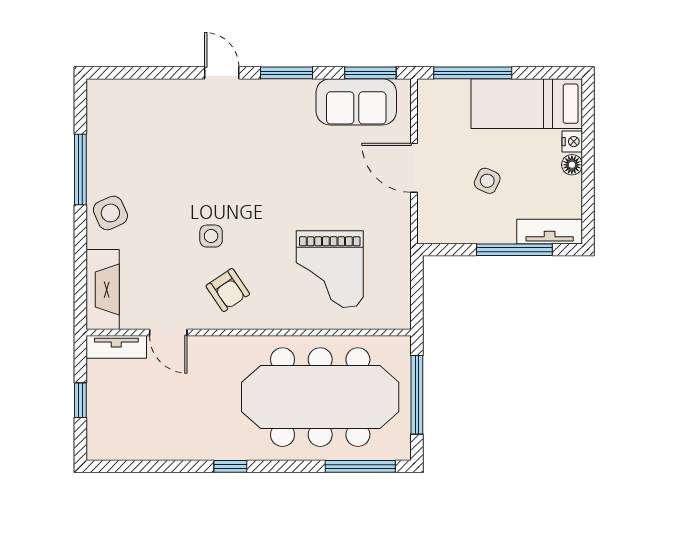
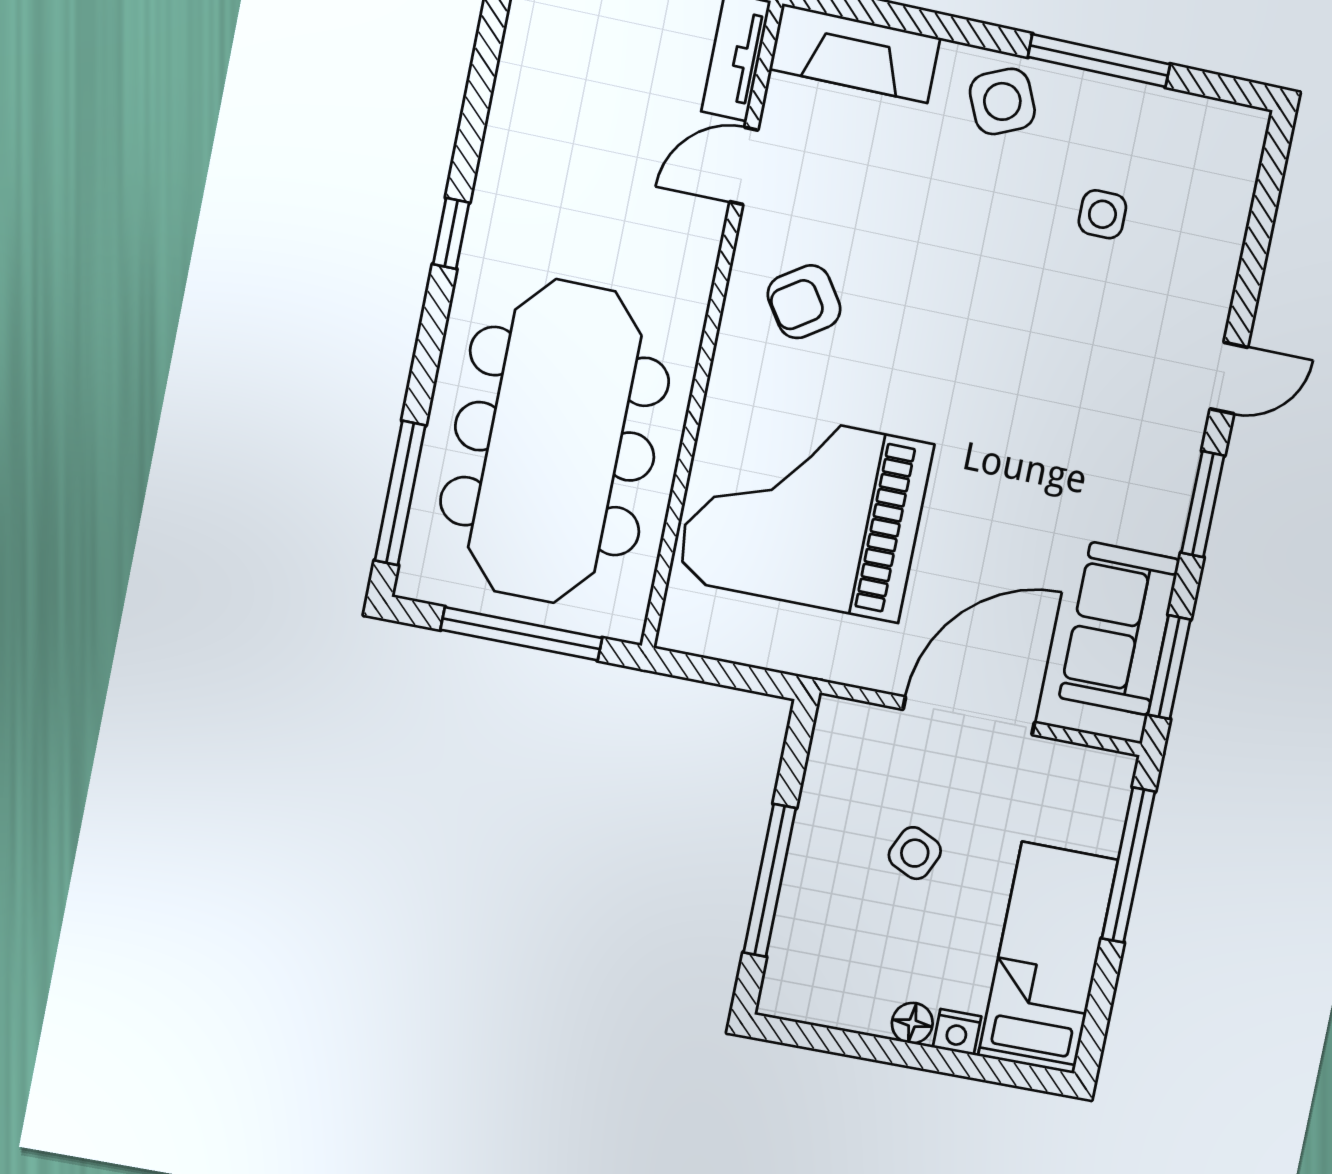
door: (414, 168) -> (969, 716), width x1.36
tv unit: (550, 232) -> (791, 956), removed
side table: (211, 236) -> (1102, 214), moved
grand piano: (330, 269) -> (805, 511), width x1.37, depth x1.48

